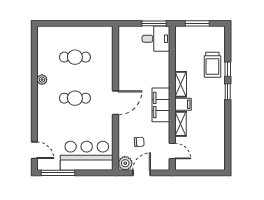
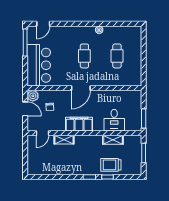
desk: (156, 39) -> (114, 120), moved
shelving: (181, 84) -> (113, 140), moved
door: (116, 103) -> (81, 88), hinge flipped
filing cabinet: (183, 104) -> (80, 142), removed

